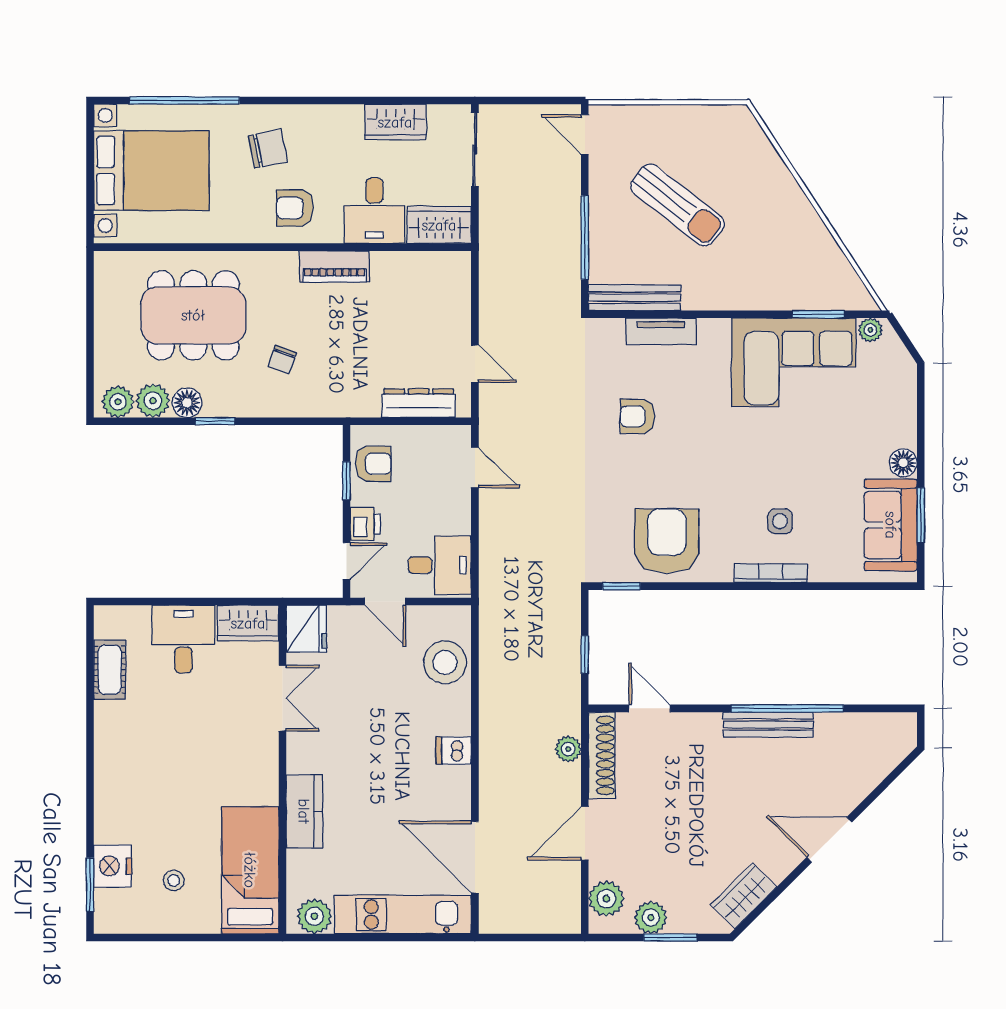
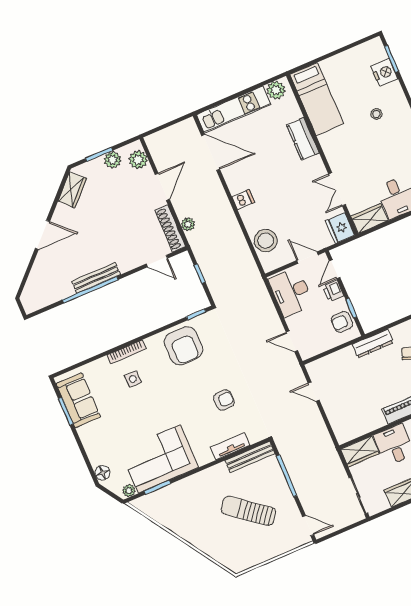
dresser: (419, 403) -> (373, 343), moved
floor lamp: (903, 463) -> (102, 473), moved
desk: (440, 565) -> (291, 292), width x1.37
stool: (174, 881) -> (376, 114), moved

